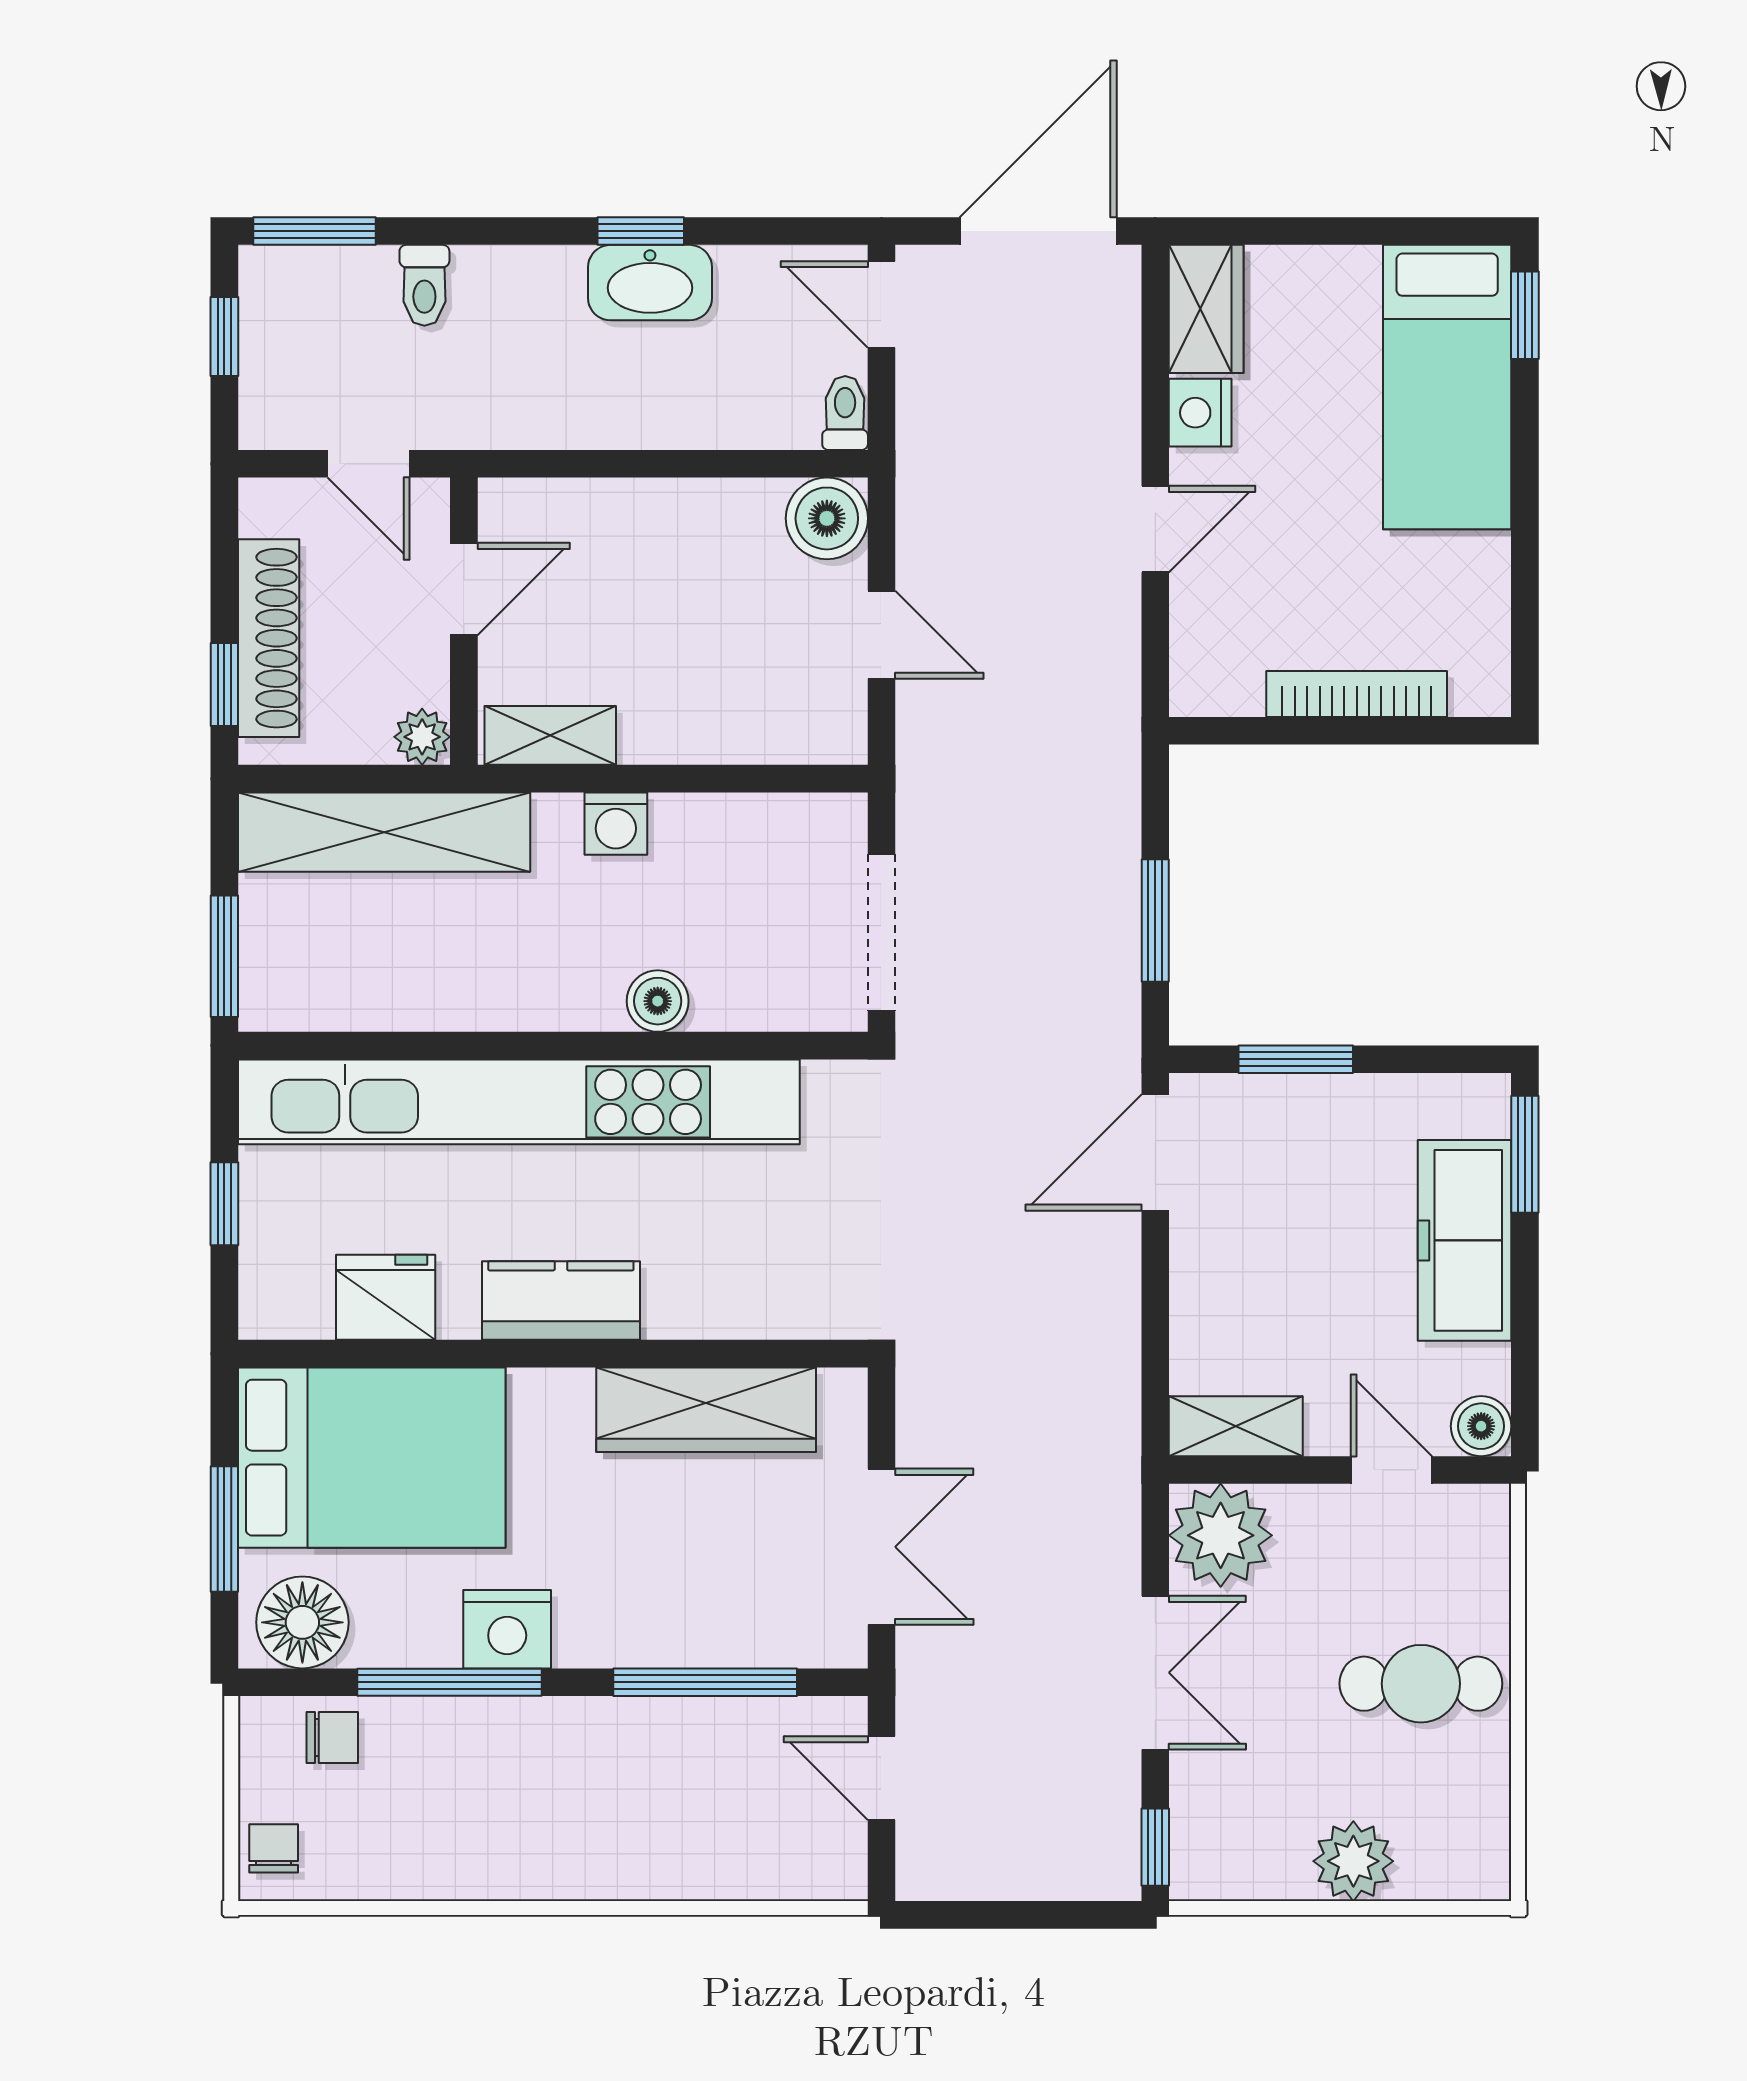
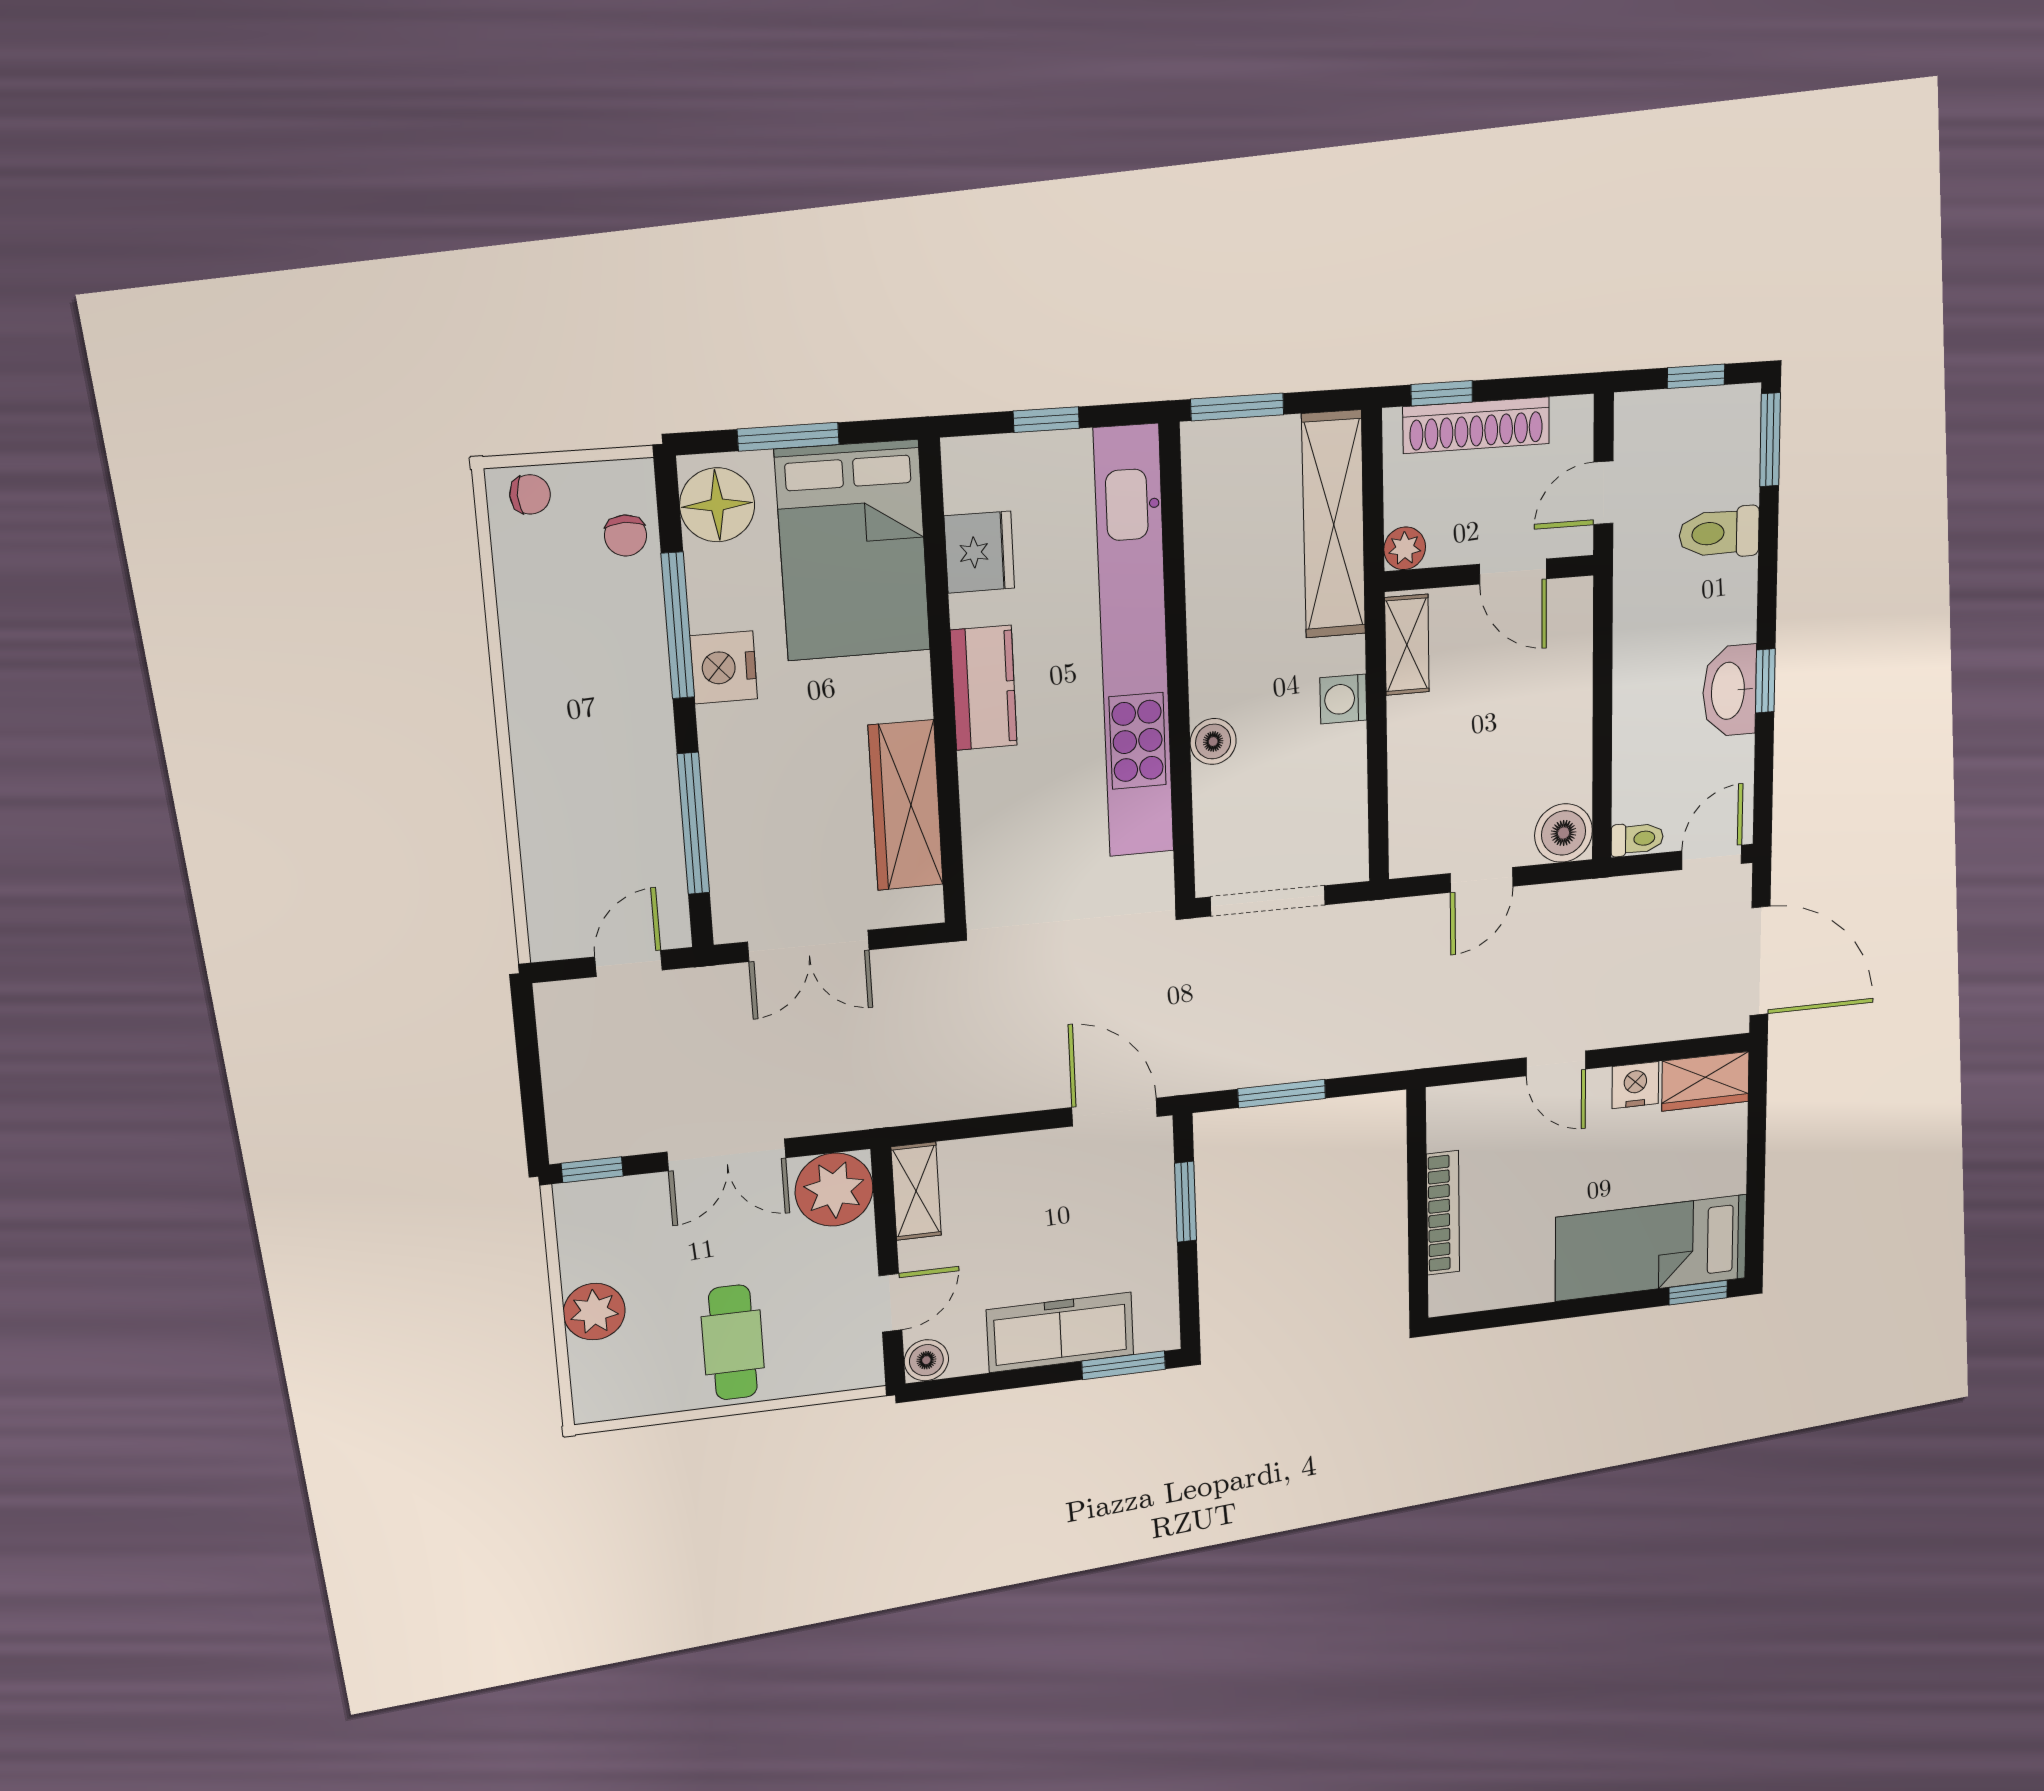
toilet: (424, 285) -> (1719, 533), width x1.37, depth x1.39

